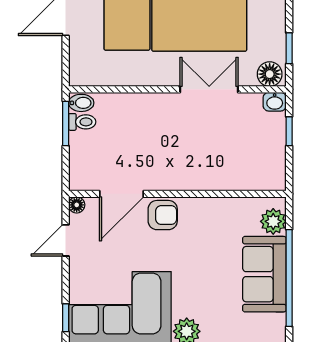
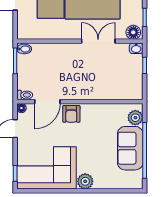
toilet: (82, 122) -> (25, 95), moved
armchair: (163, 215) -> (71, 114), turned 90

